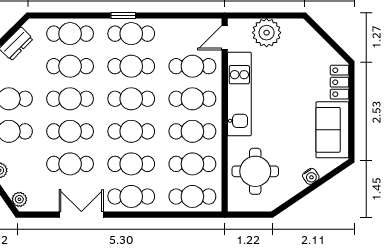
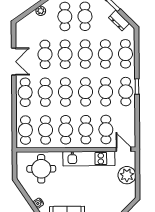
plant: (19, 199) -> (23, 23), removed

